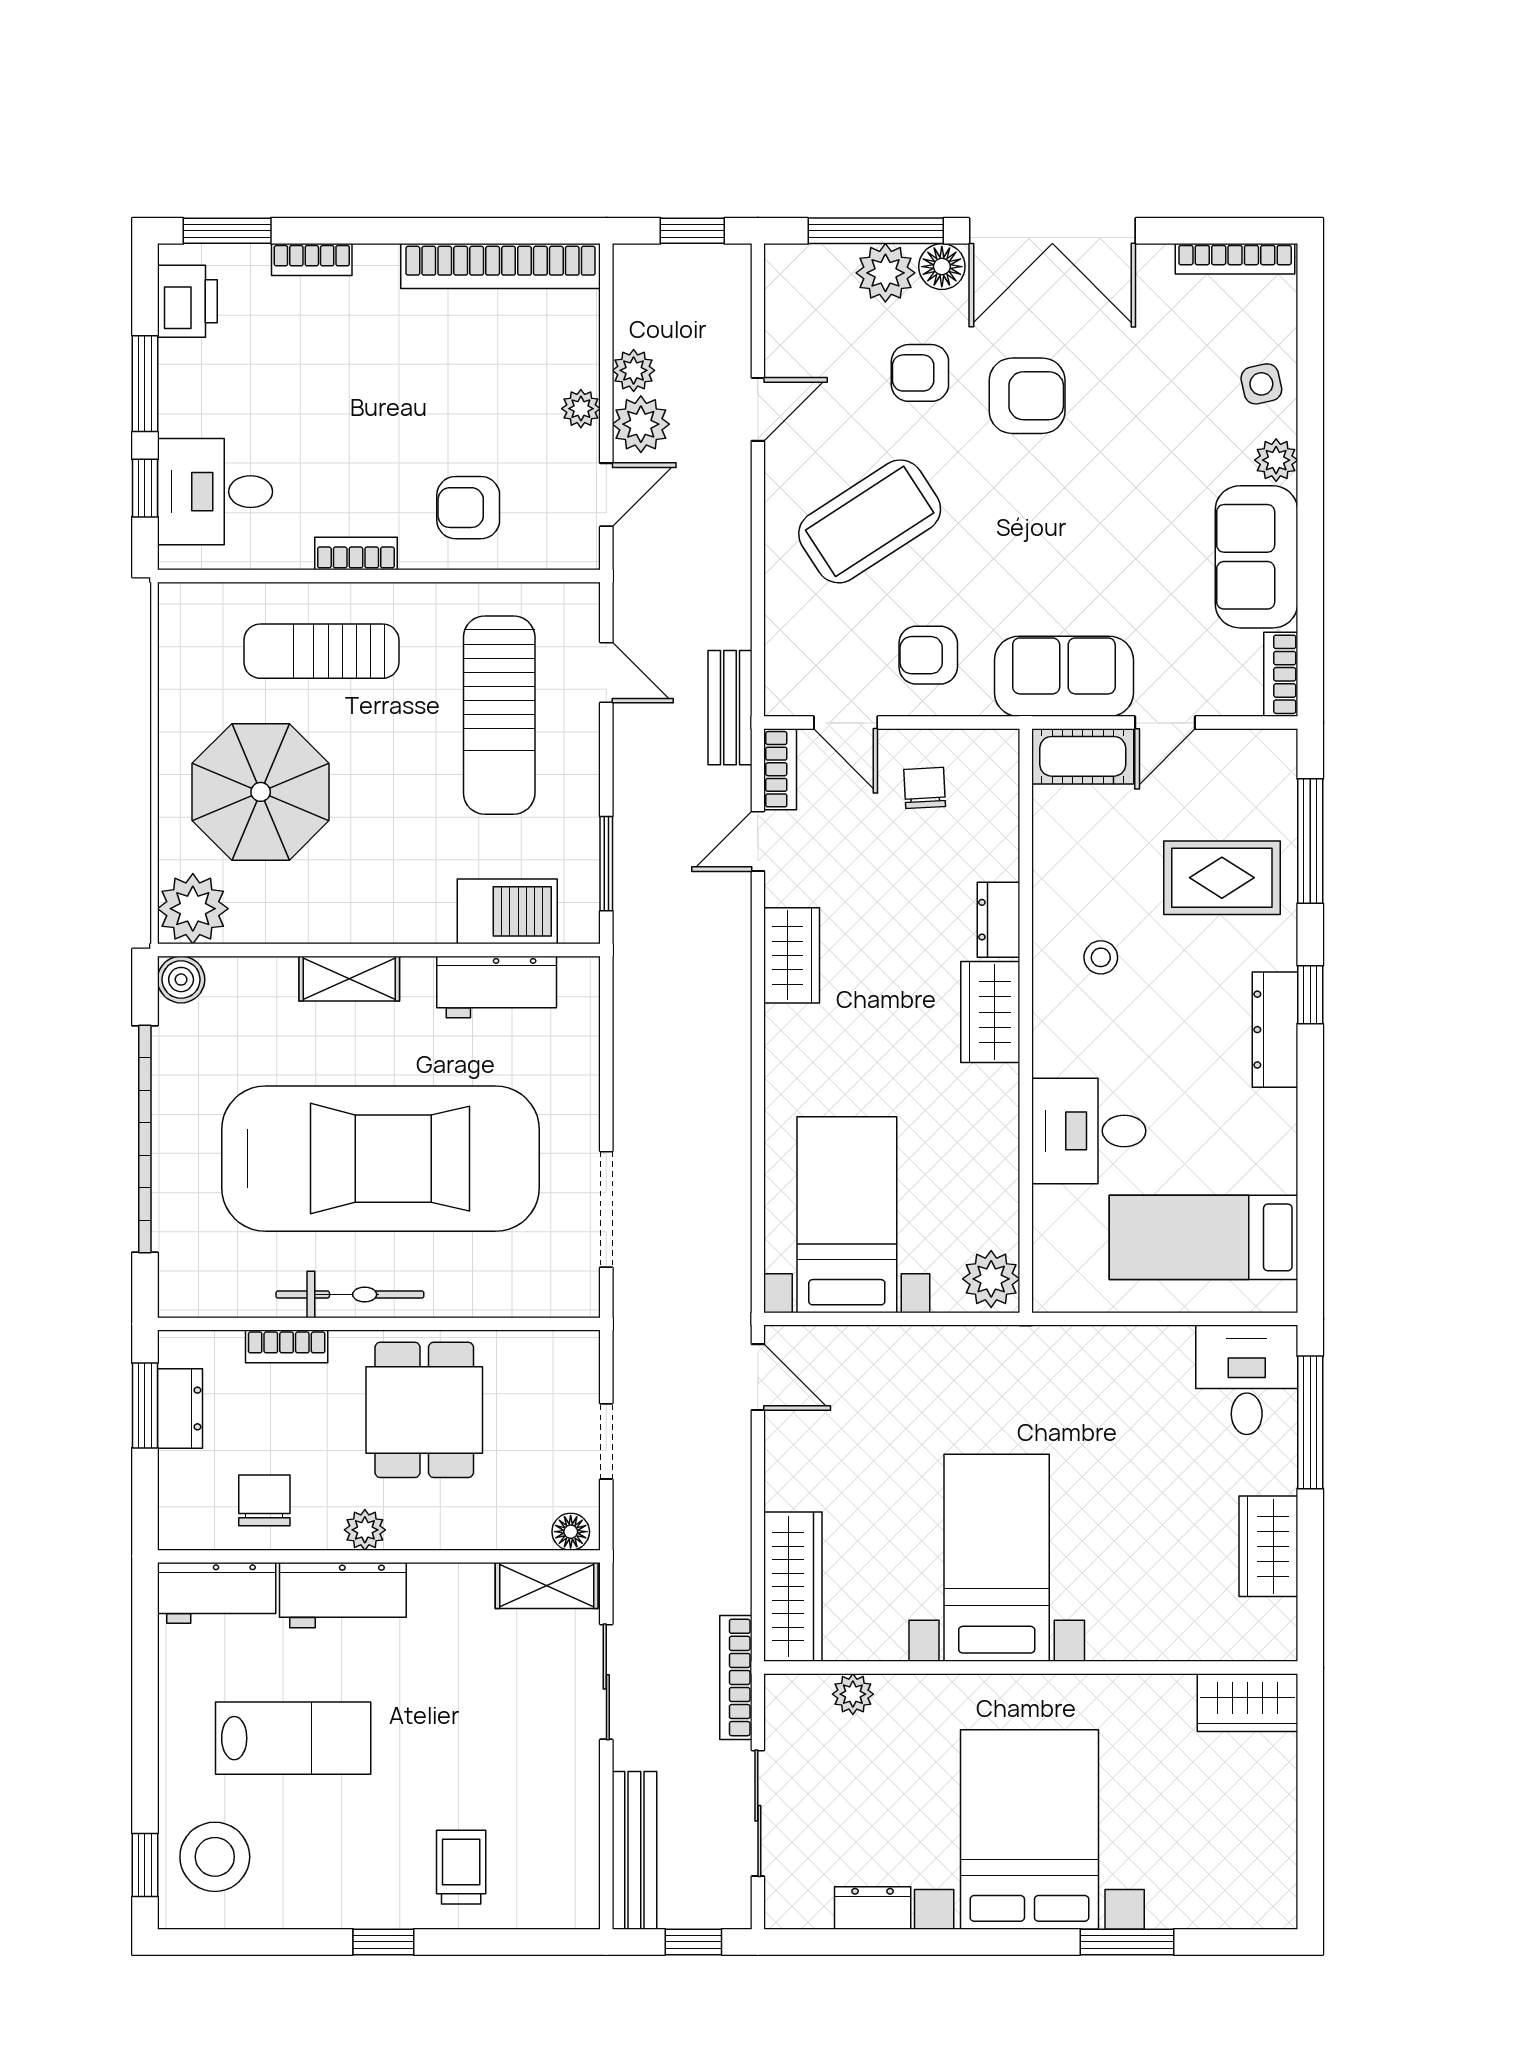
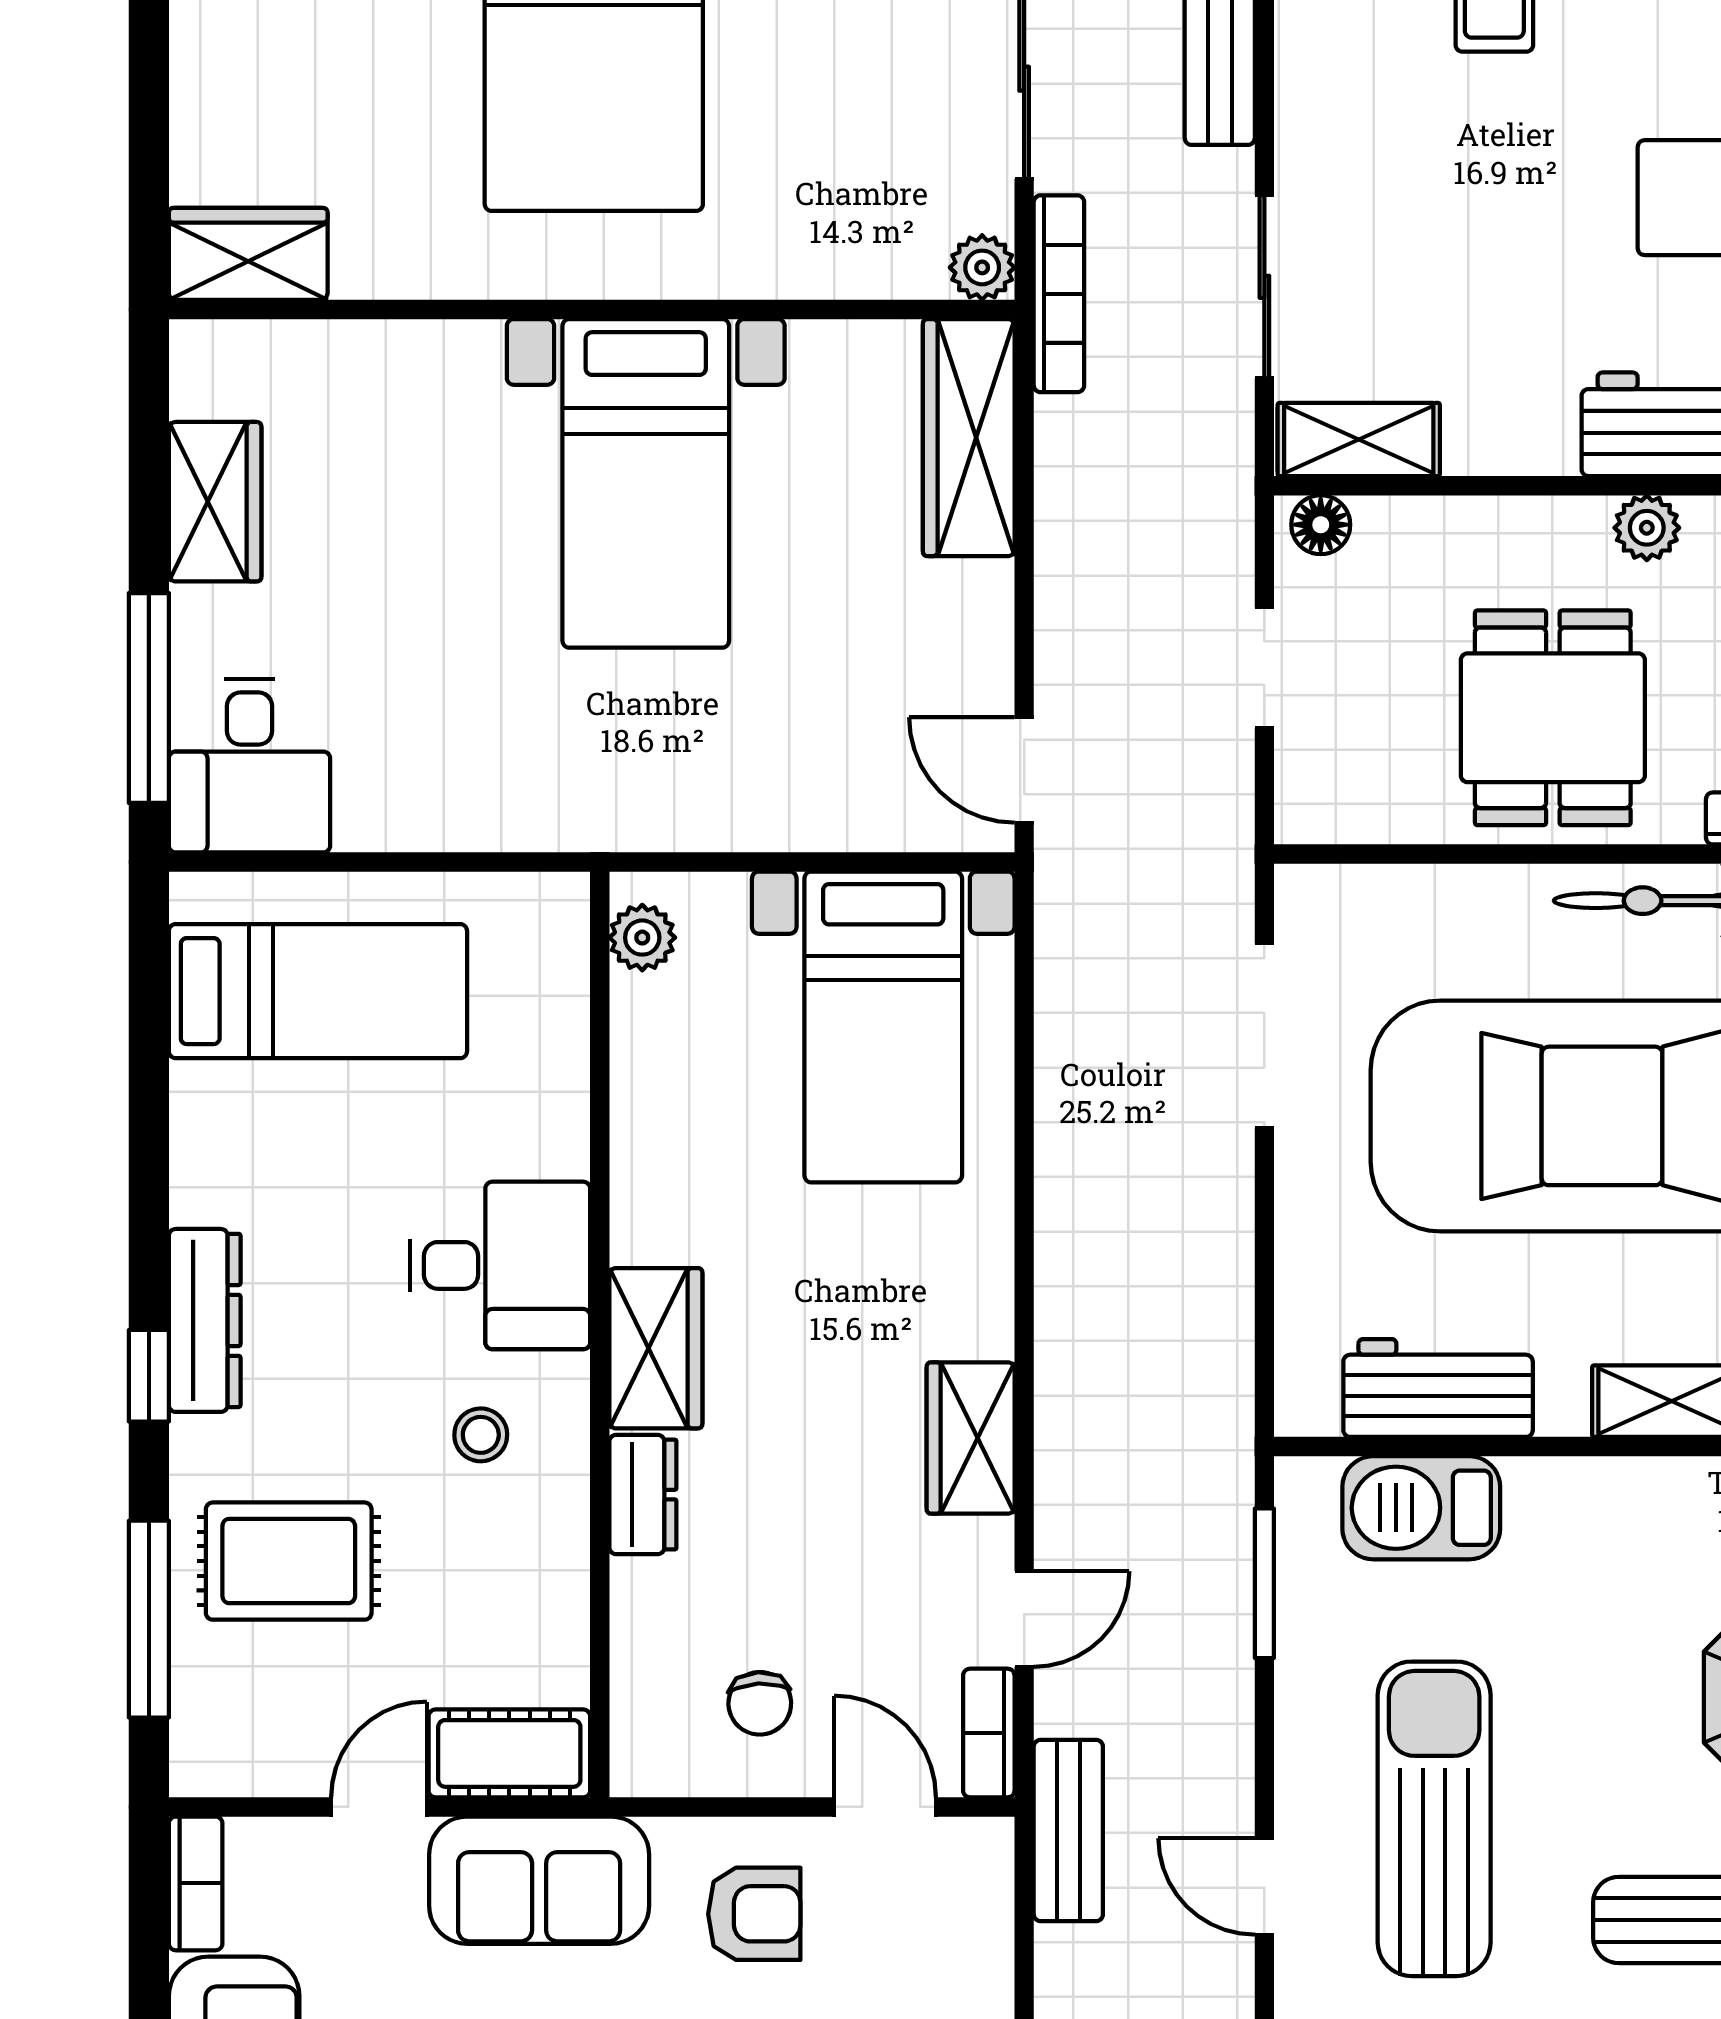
desk: (1089, 1131) -> (500, 1265), moved
plant: (991, 1279) -> (642, 938), width x0.73, depth x0.73
plant: (853, 1694) -> (982, 267), moved

